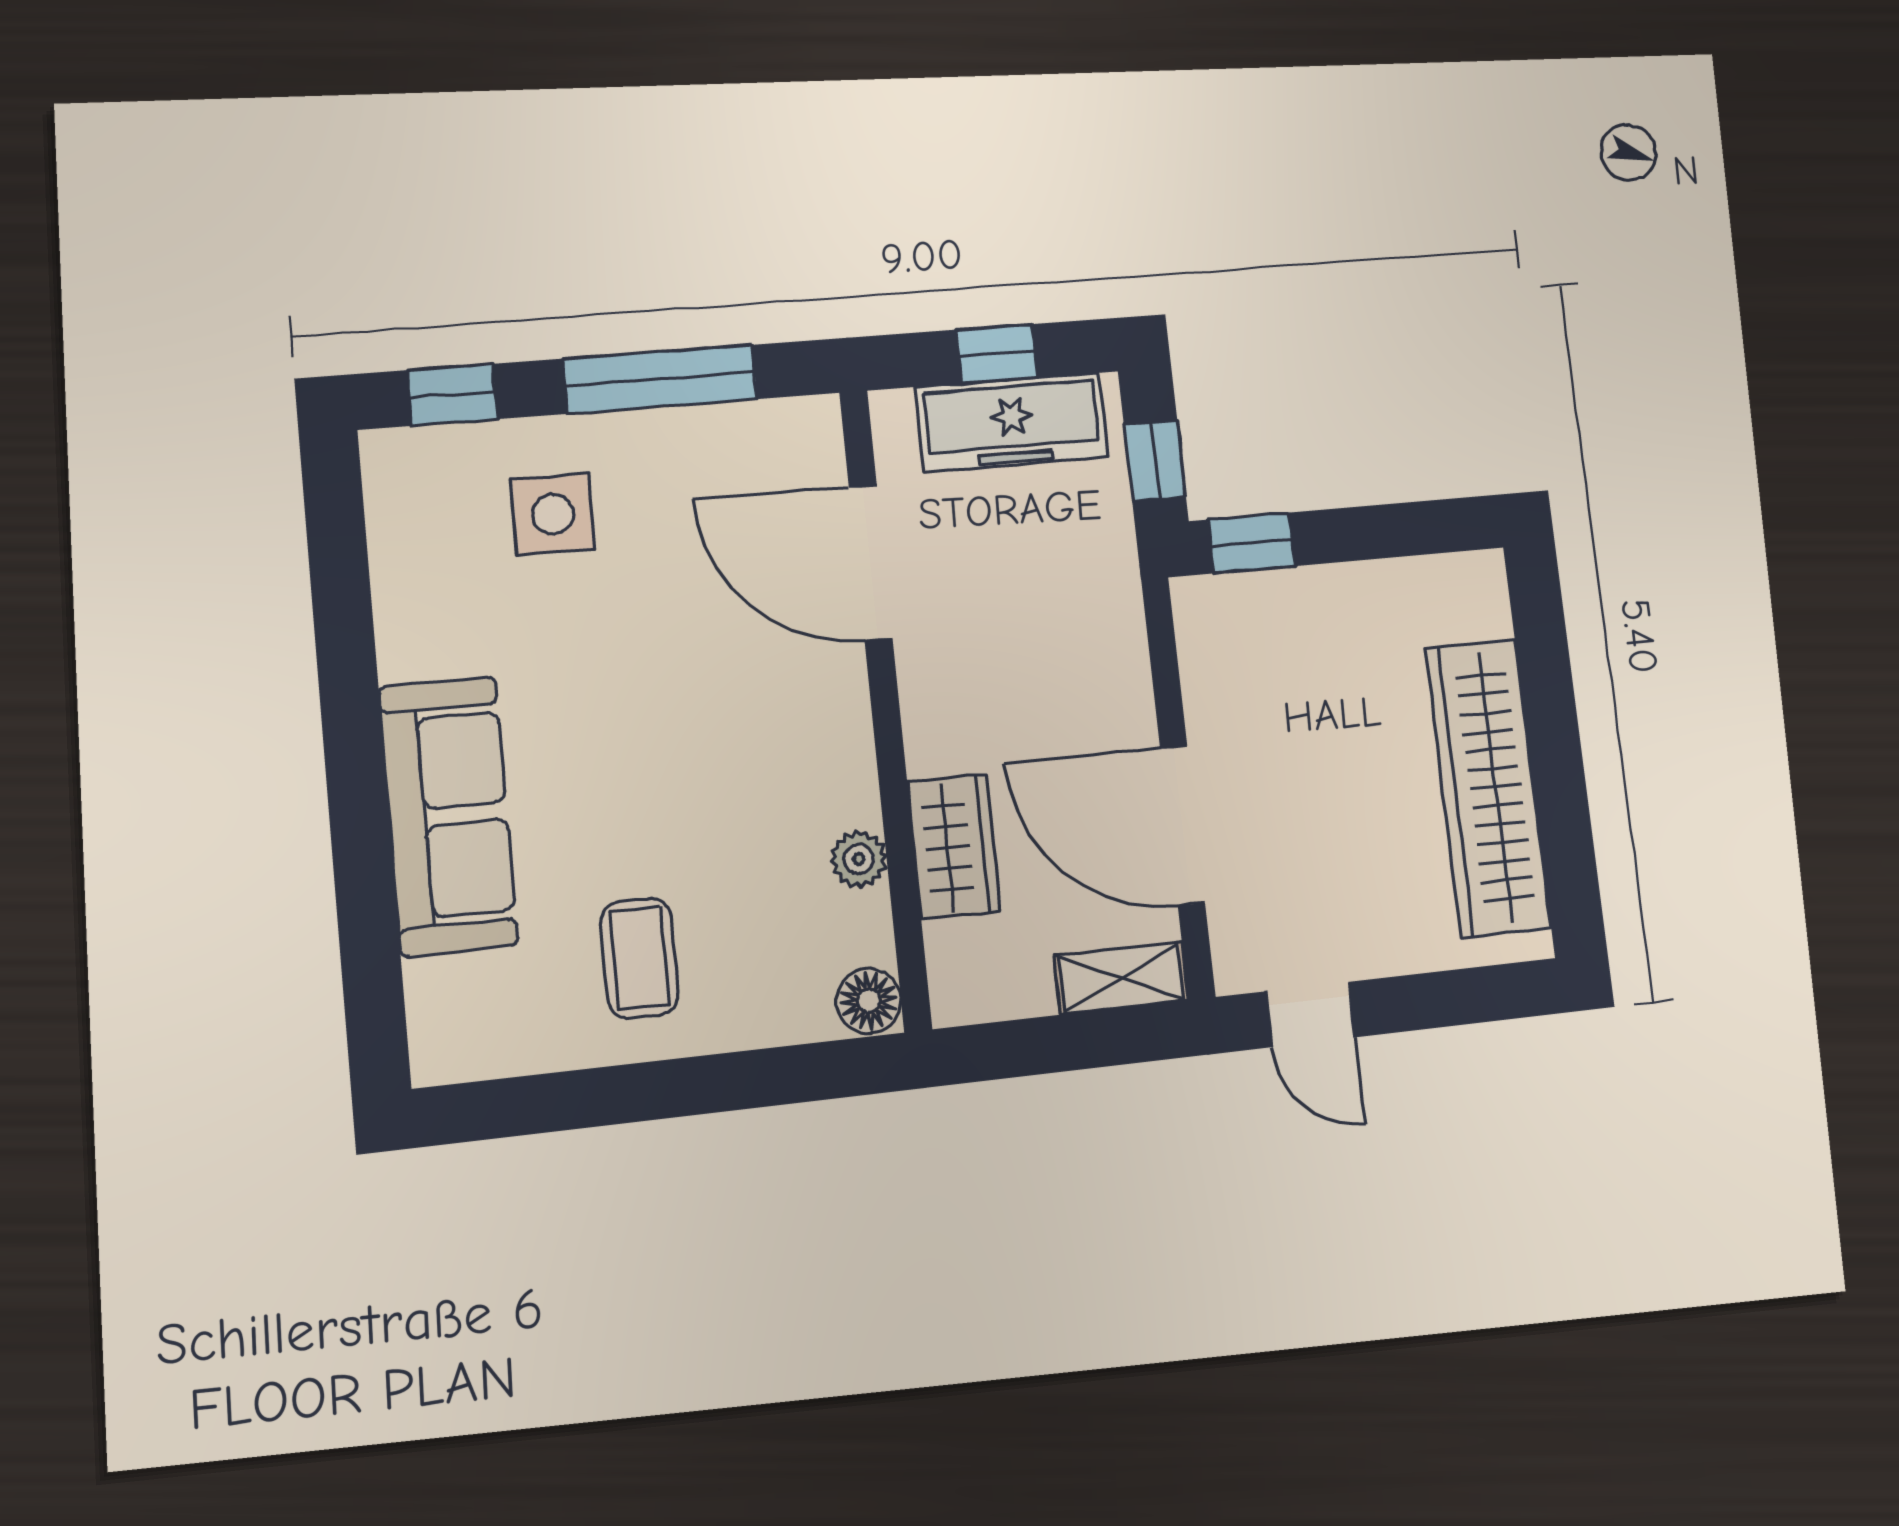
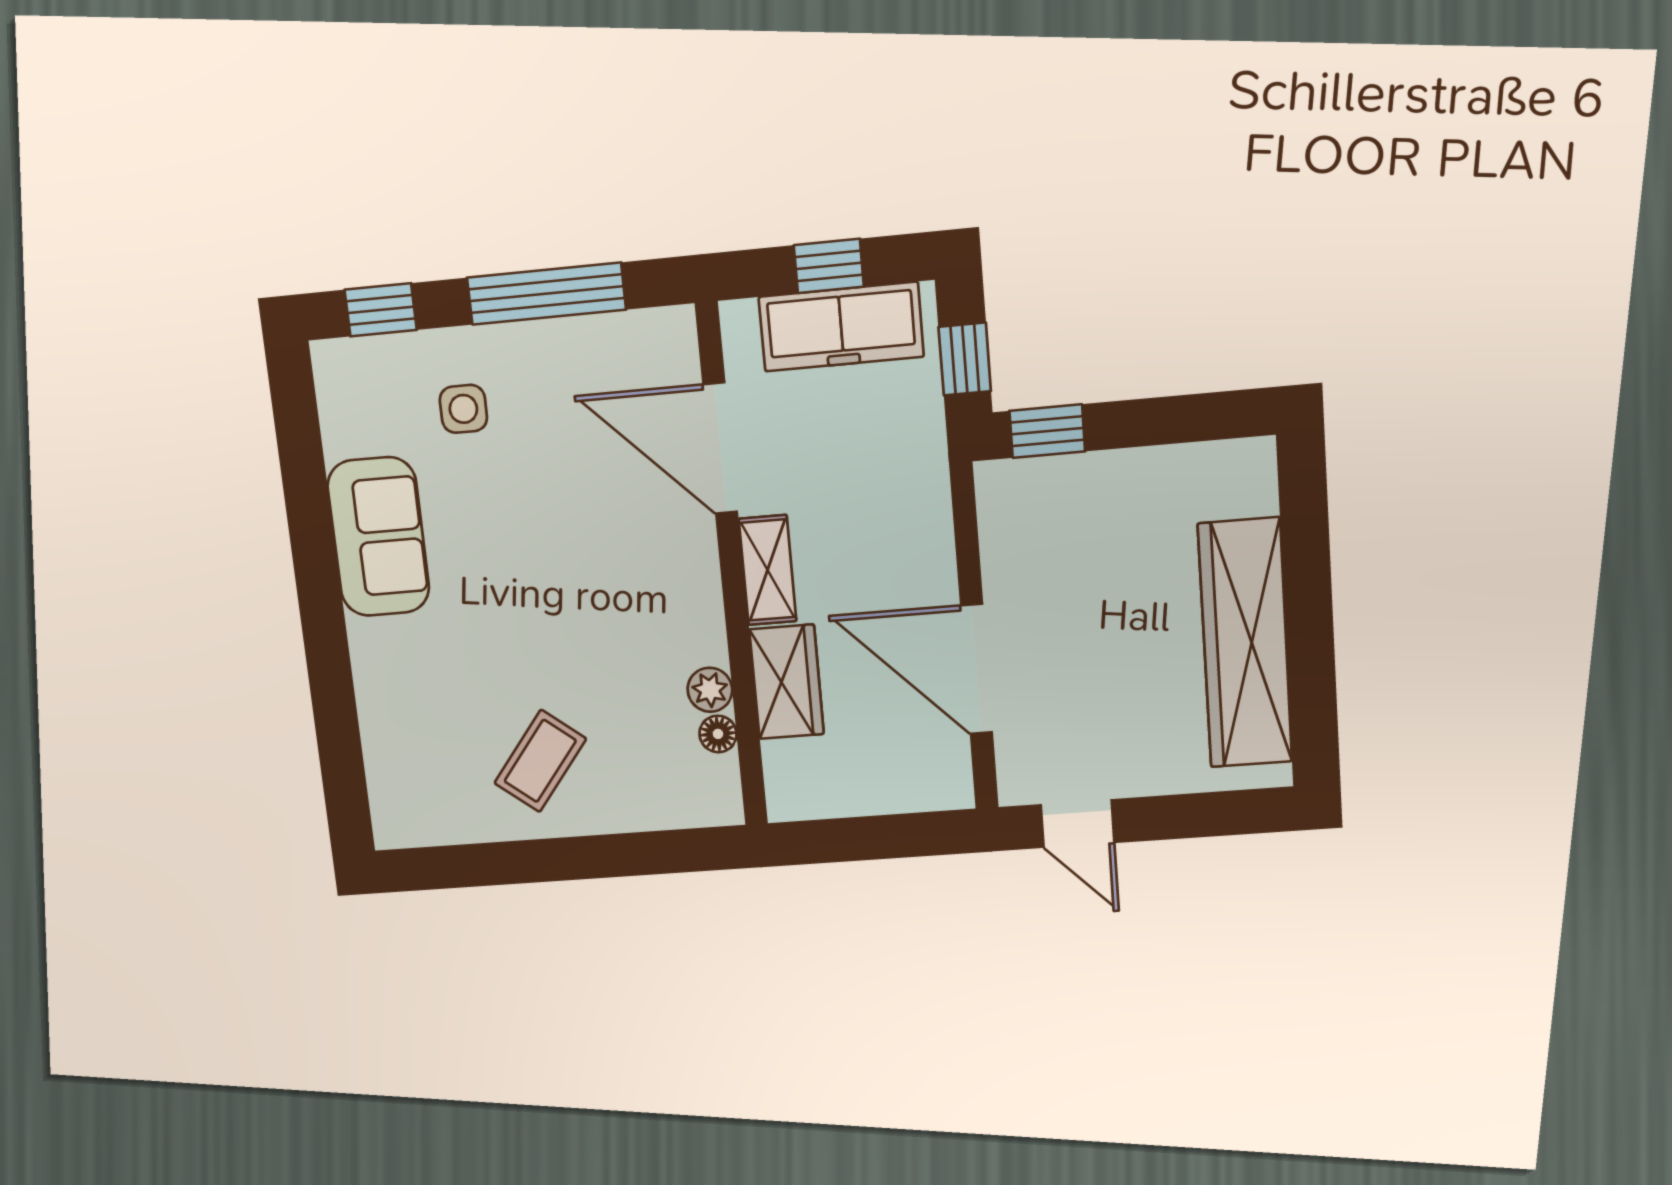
side table: (553, 514) -> (463, 409), width x0.73, depth x0.73
sofa: (448, 816) -> (378, 537), moved, width x0.73
coffee table: (639, 958) -> (540, 761), turned 38
shelving: (1121, 978) -> (768, 570), moved, turned 90
floor lamp: (869, 1001) -> (718, 734), moved, width x0.73, depth x0.73

